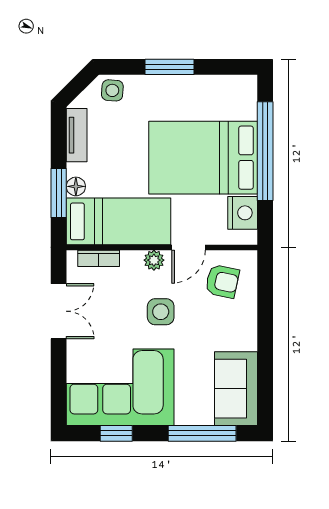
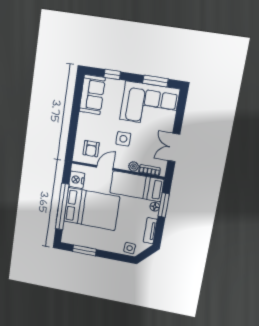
window: (169, 67) -> (84, 250), moved
plant: (154, 260) -> (133, 166), moved
armchair: (222, 281) -> (91, 149), turned -102
window: (116, 433) -> (155, 81), width x1.50
window: (202, 433) -> (112, 74), width x0.46

